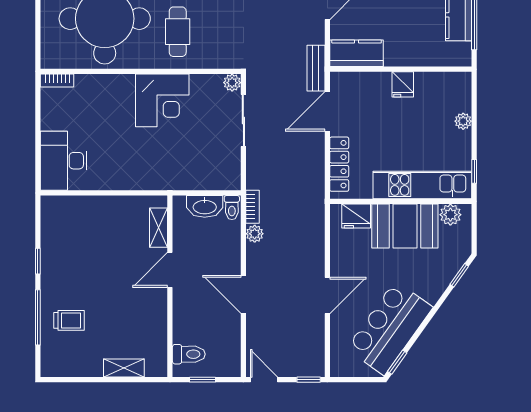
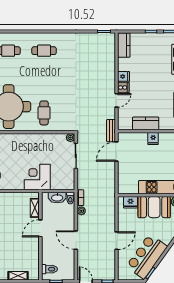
kitchen counter: (357, 53) -> (146, 123), moved
corner desk: (162, 100) -> (37, 177), moved, turned 180
locker: (339, 164) -> (122, 177), removed

